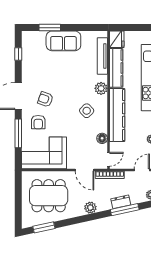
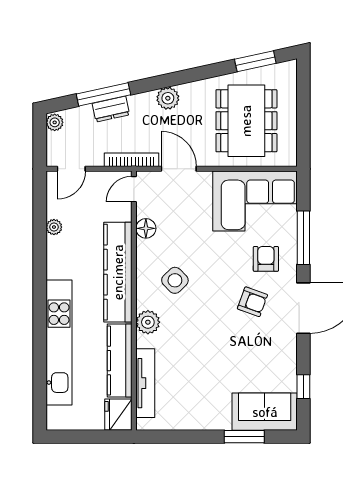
sofa: (63, 41) -> (265, 412), moved
dining table: (49, 196) -> (246, 121), turned 90

